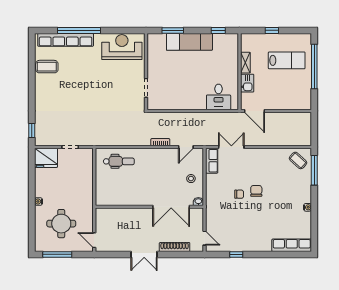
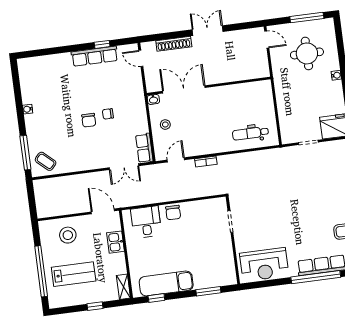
exam couch: (189, 42) -> (166, 283), moved
lab bench: (287, 60) -> (74, 274), turned 180
shelving: (245, 63) -> (123, 287), moved
stool: (287, 95) -> (68, 235), added
chair: (194, 102) -> (173, 213), added
row of seats: (292, 245) -> (95, 56), moved

